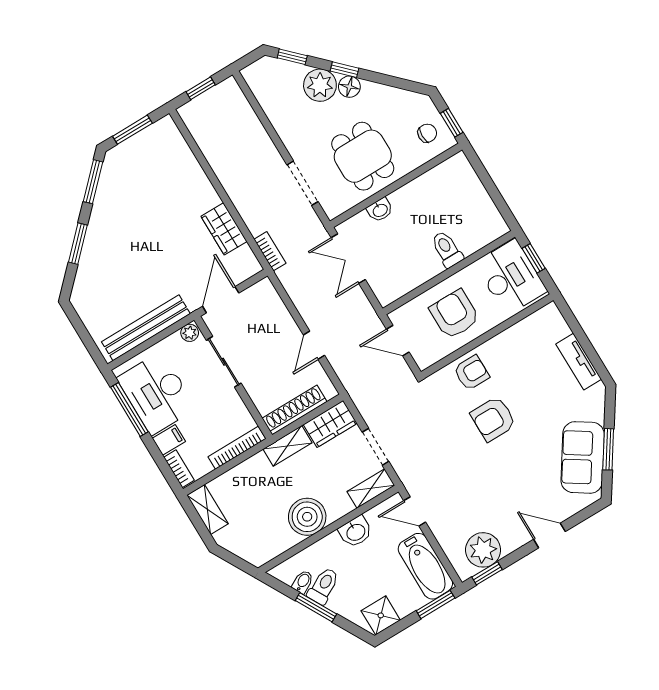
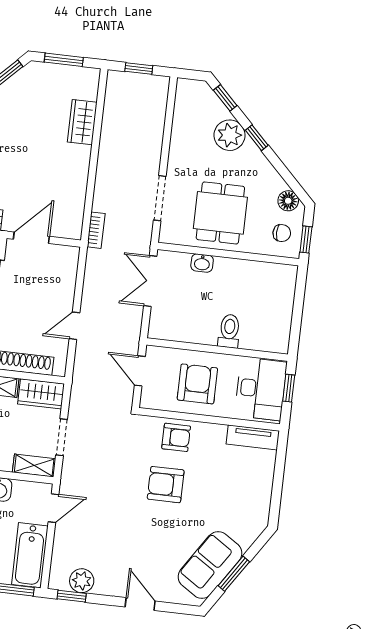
floor lamp: (349, 87) -> (288, 201), moved
wardrobe: (224, 229) -> (82, 122), moved
tv unit: (579, 362) -> (253, 437), moved, turned -90
door: (415, 511) -> (53, 508), swing flipped
plant: (483, 550) -> (82, 581), width x0.73, depth x0.73

